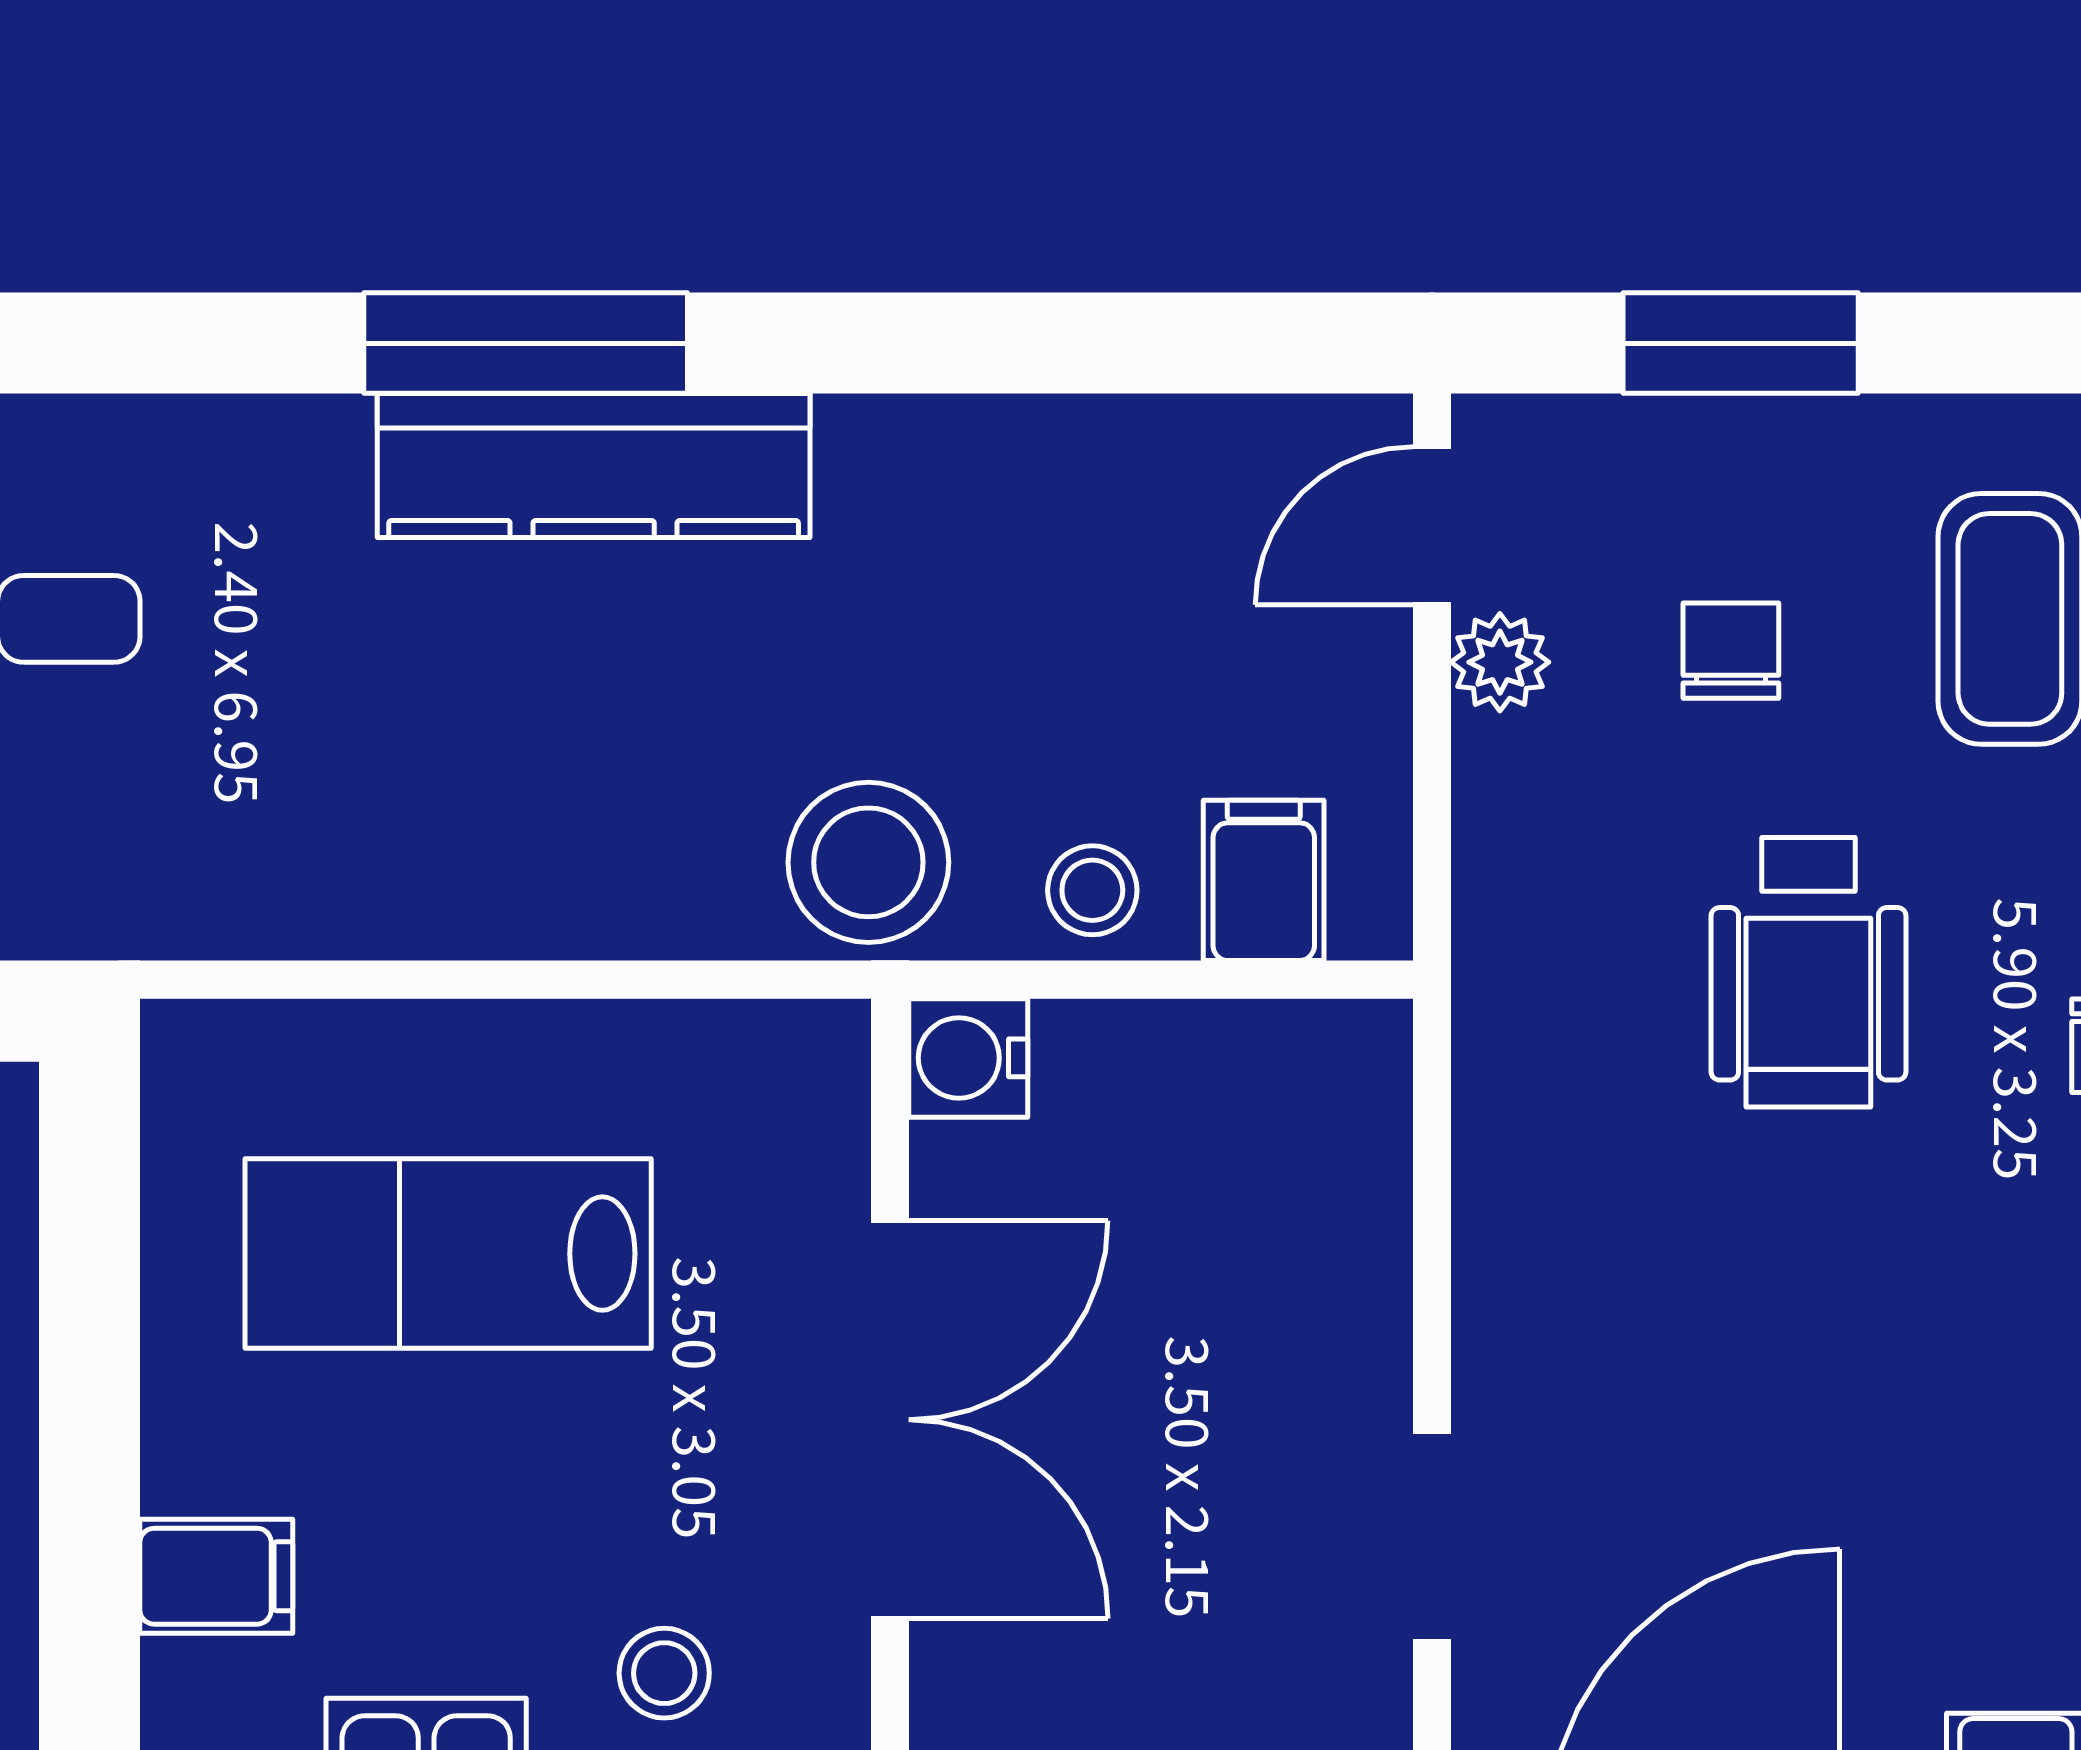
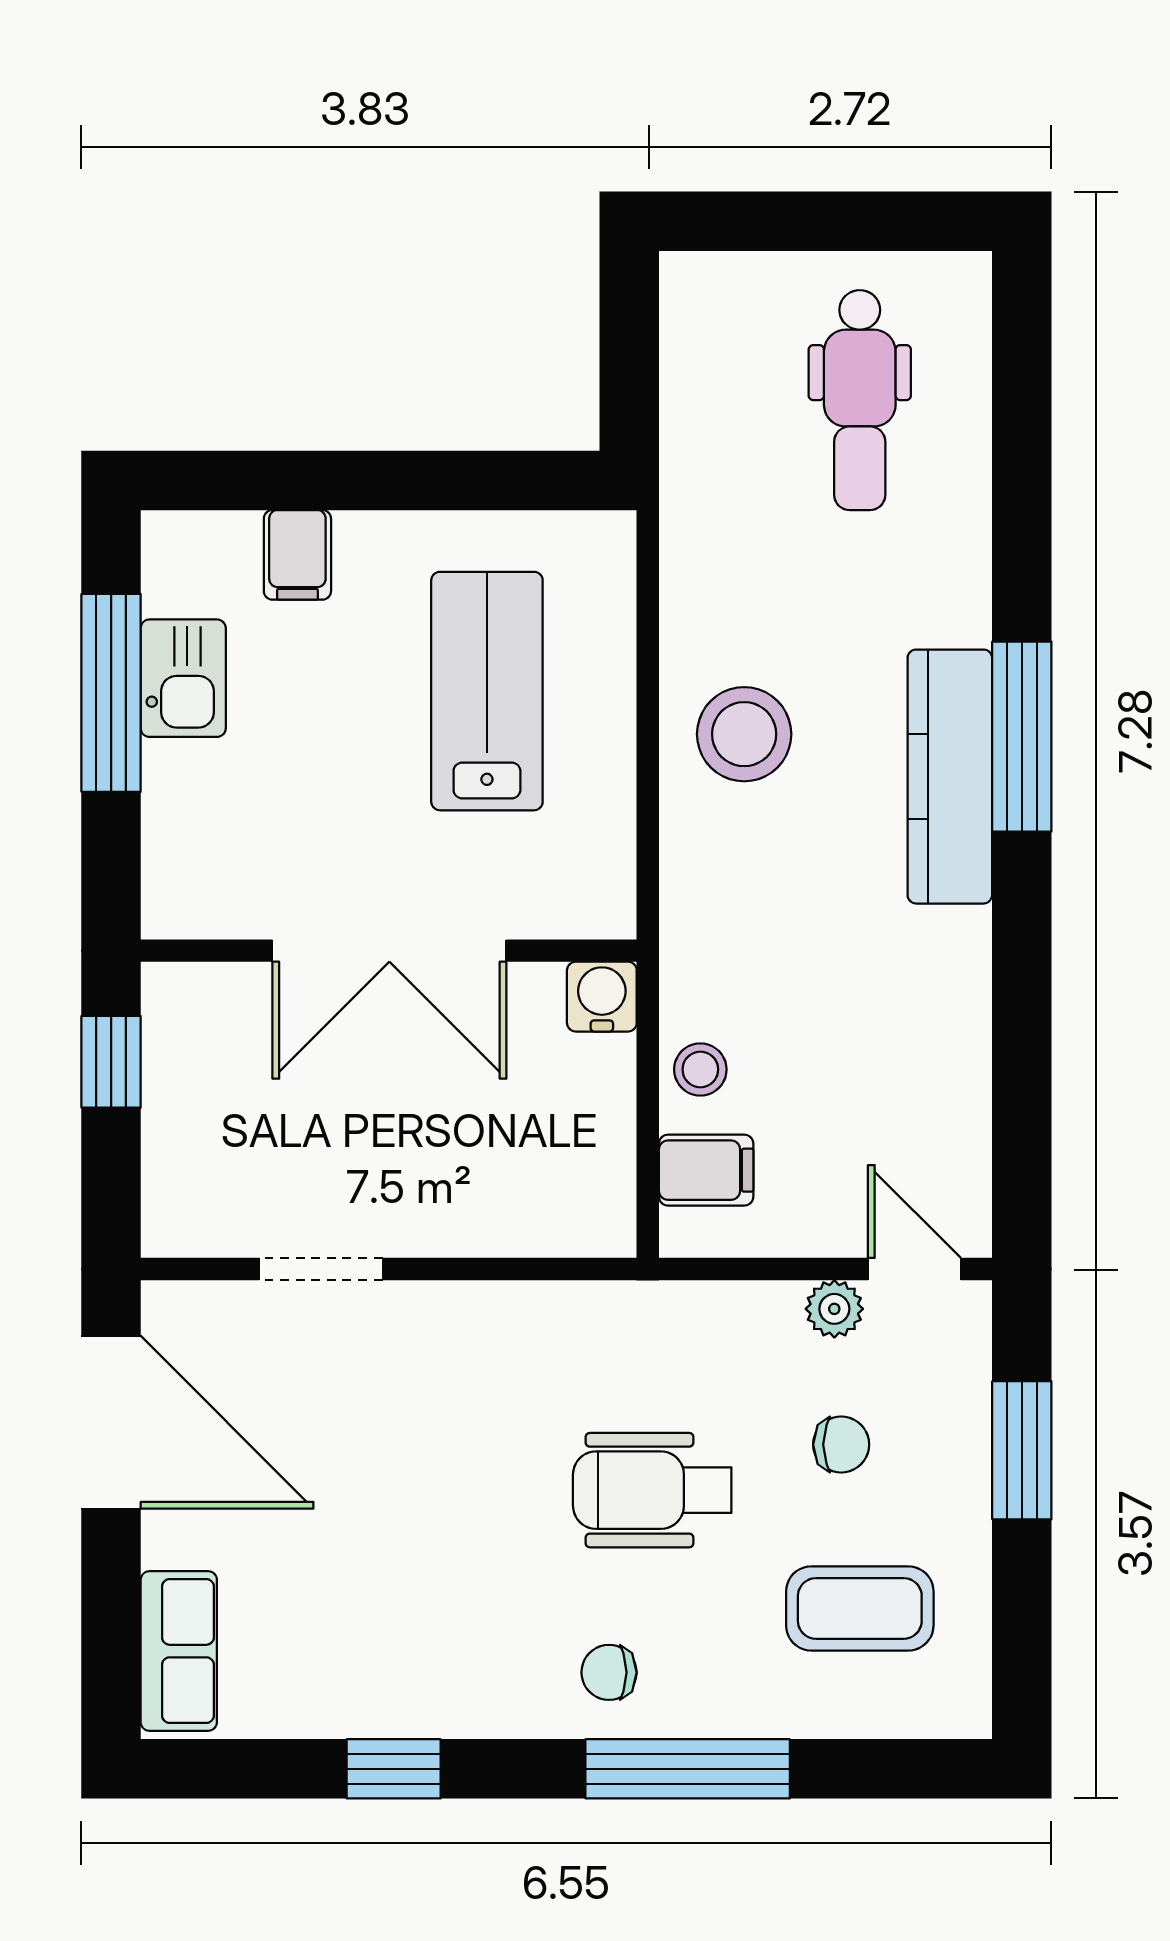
stool: (868, 862) -> (744, 734), moved
stool: (664, 1673) -> (241, 818), removed

